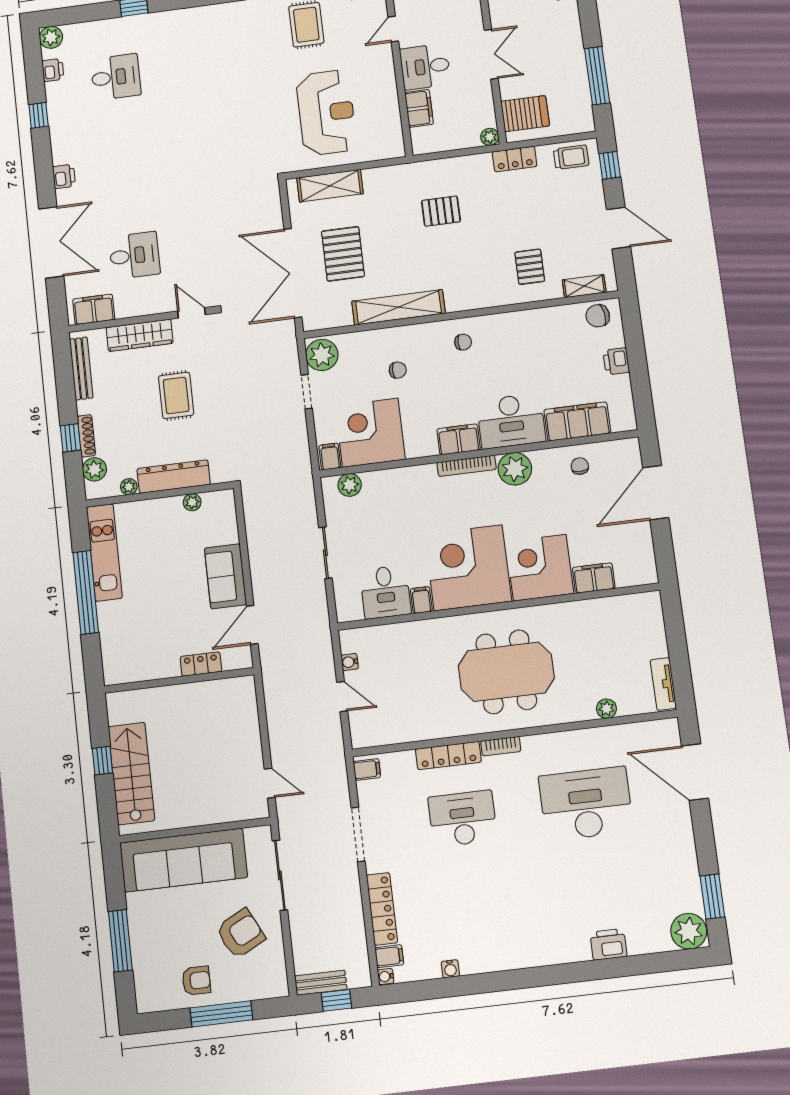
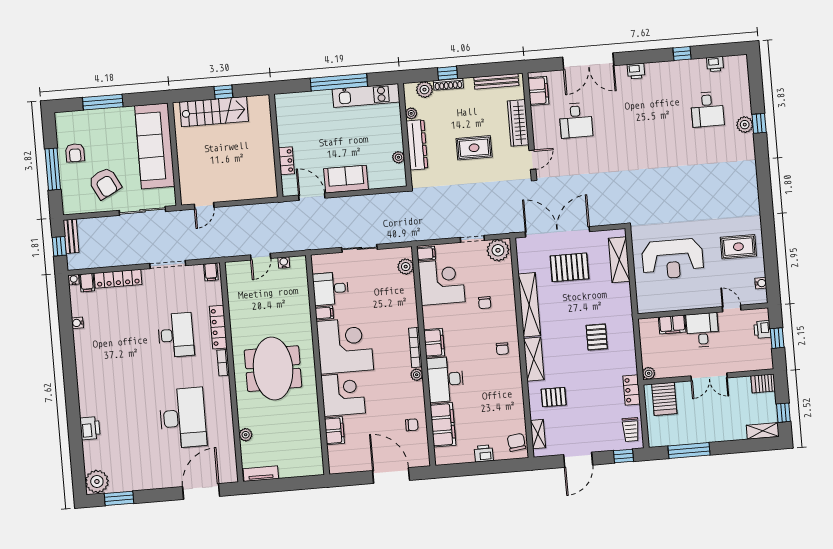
plant: (51, 37) -> (745, 125), moved
shelving: (476, 297) -> (534, 359), added
plant: (515, 469) -> (417, 375), width x0.53, depth x0.53

